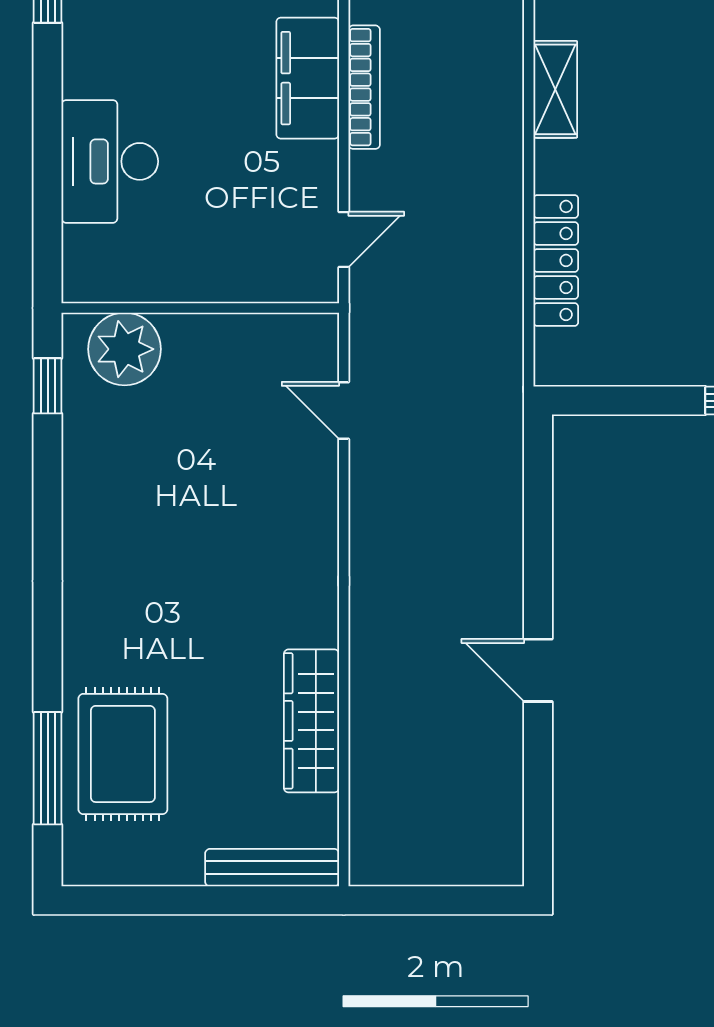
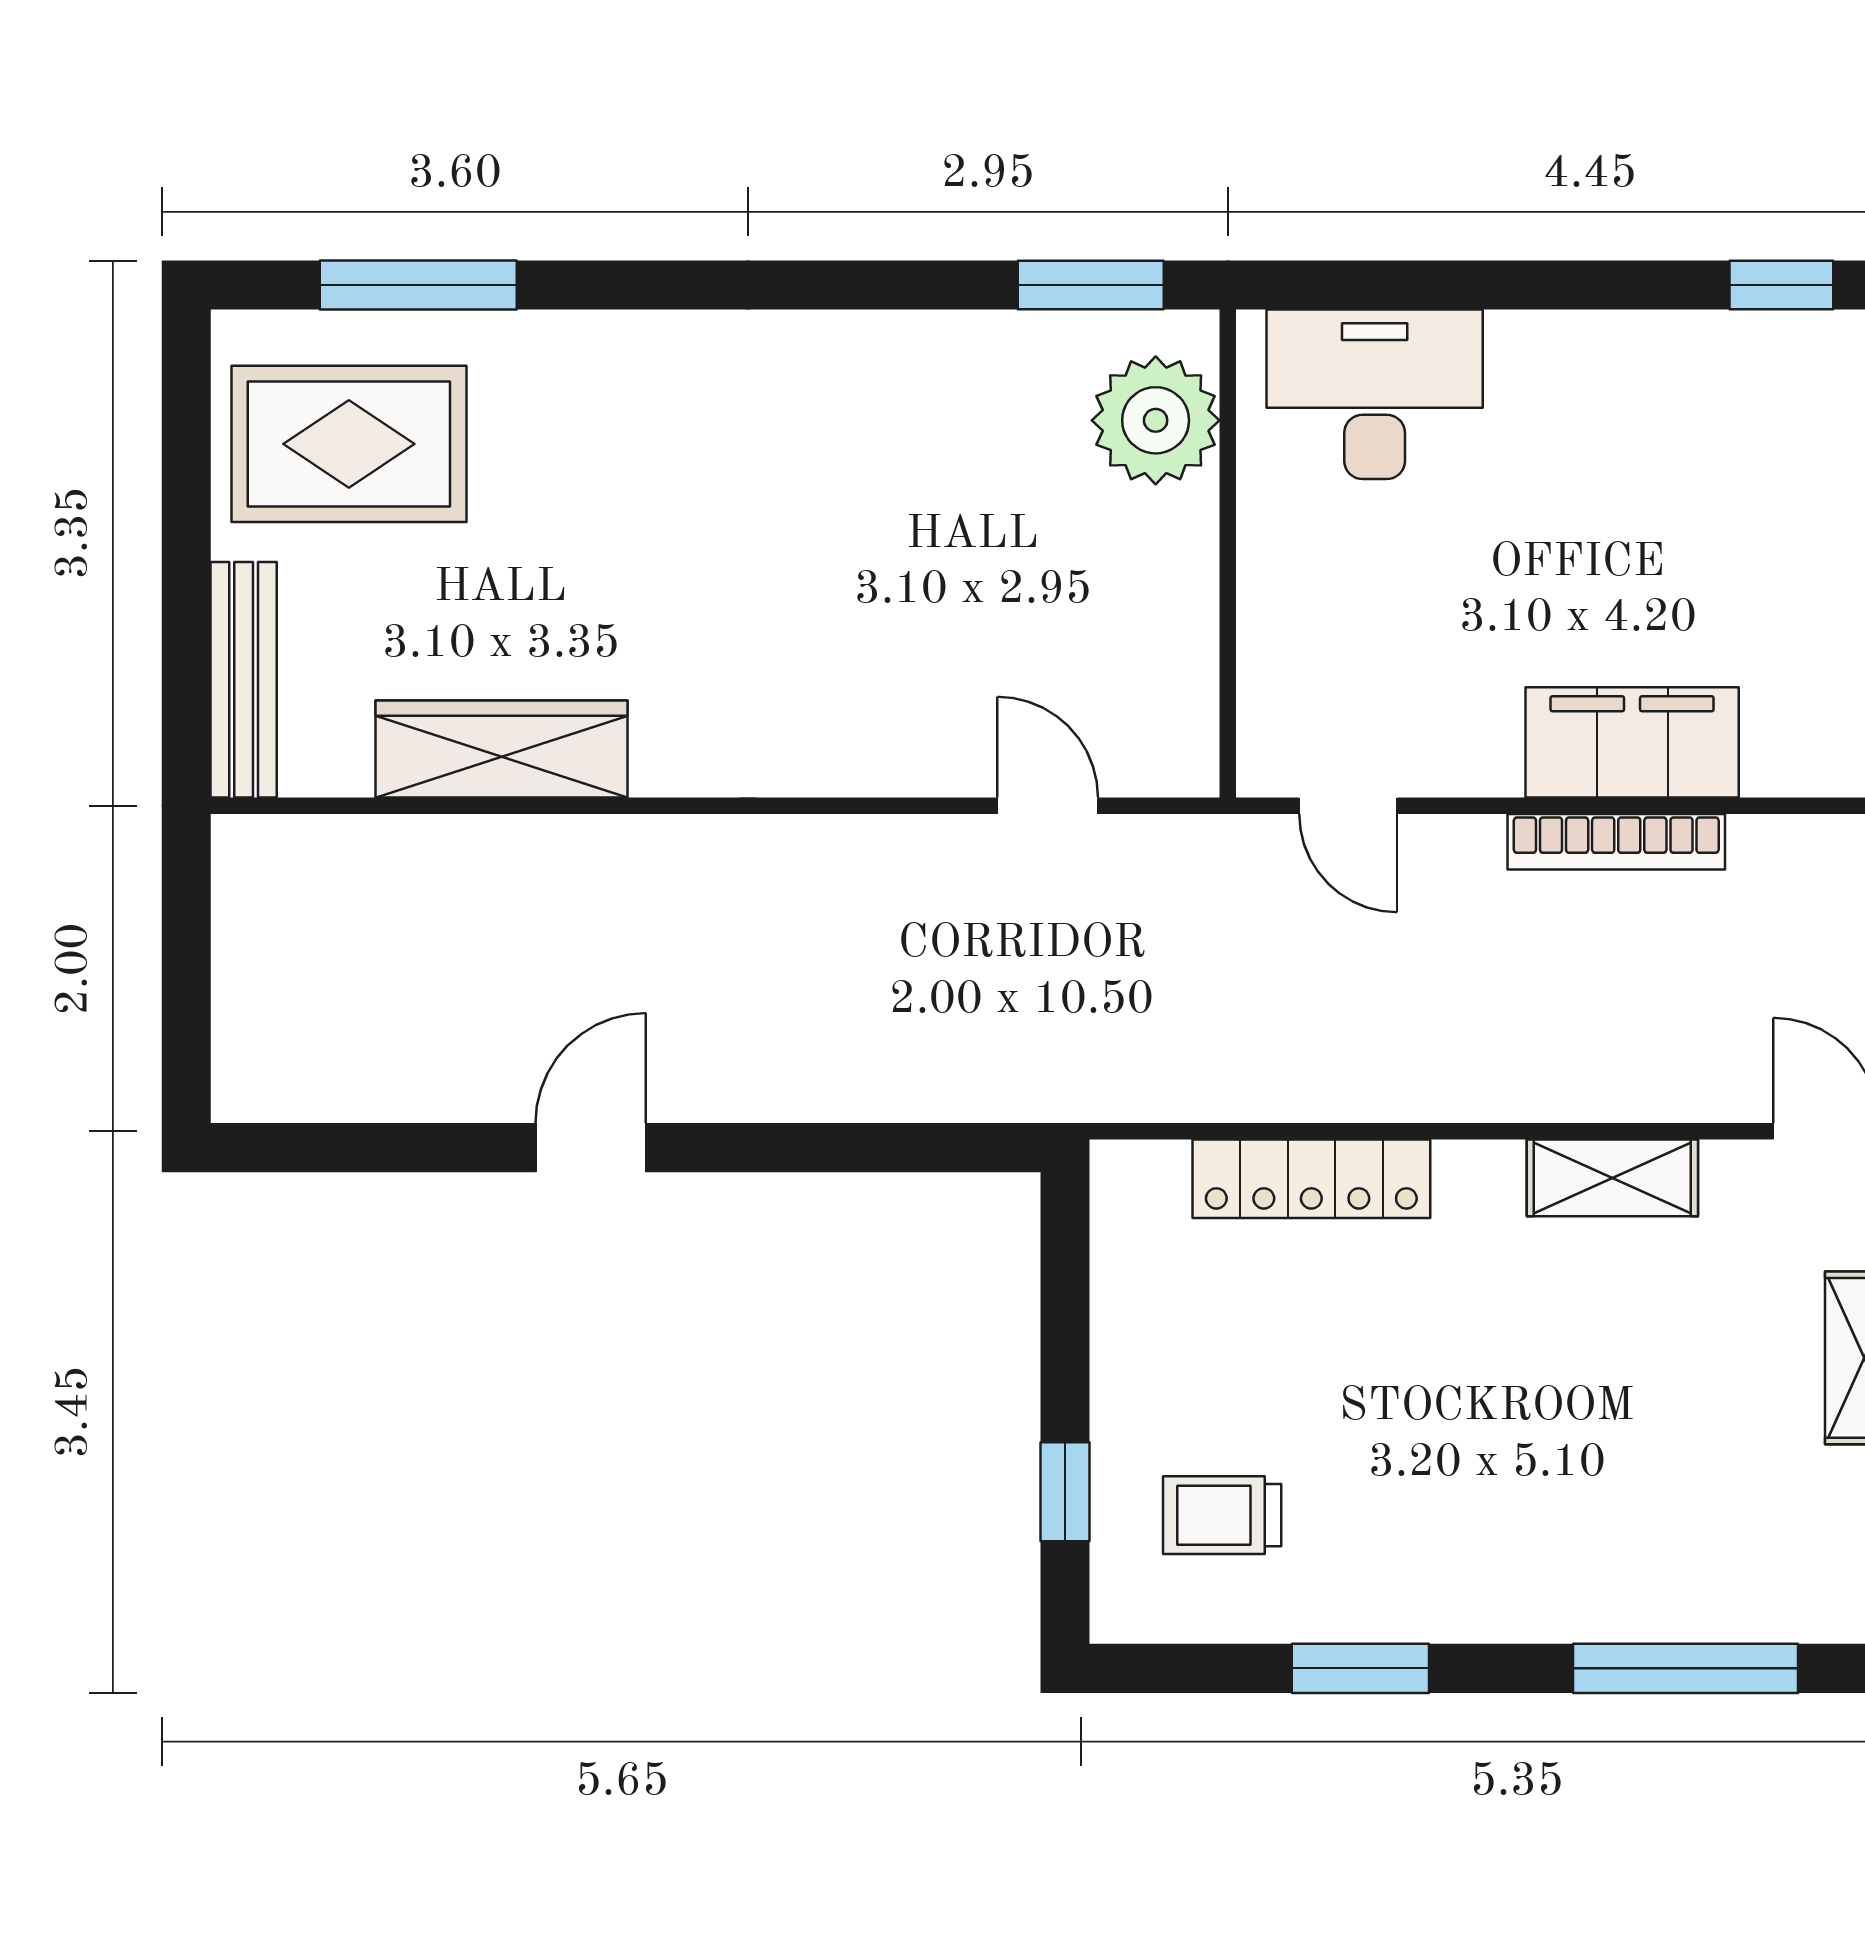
desk: (110, 161) -> (1375, 394), moved
window: (48, 386) -> (1091, 285), width x1.50
door: (344, 410) -> (1048, 806), hinge flipped
rug: (123, 754) -> (349, 444), moved

